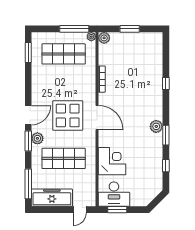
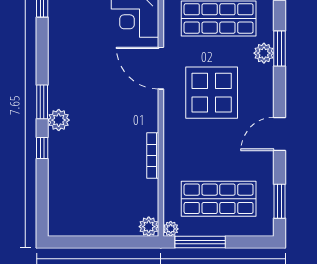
window: (130, 29) -> (105, 242), removed
door: (28, 115) -> (280, 134), moved
door: (97, 118) -> (161, 68), moved
plant: (156, 126) -> (59, 120), moved
window: (166, 135) -> (42, 102), moved

